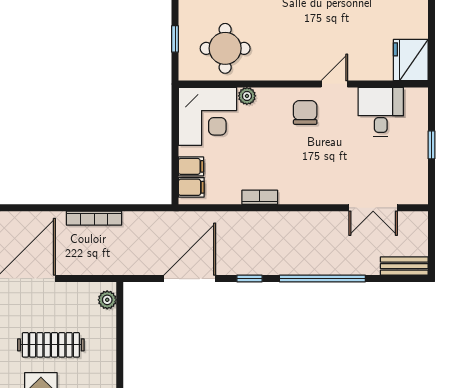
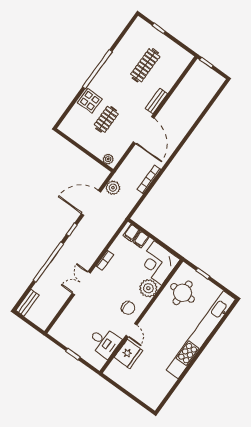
fridge: (411, 60) -> (128, 354), moved, turned 90
plant: (247, 96) -> (148, 288), width x1.88, depth x1.88
double door: (373, 208) -> (81, 283), moved
plant: (144, 263) -> (113, 188), added
door: (190, 279) -> (91, 203), swing flipped
clothes rail: (51, 345) -> (106, 119), width x0.73

